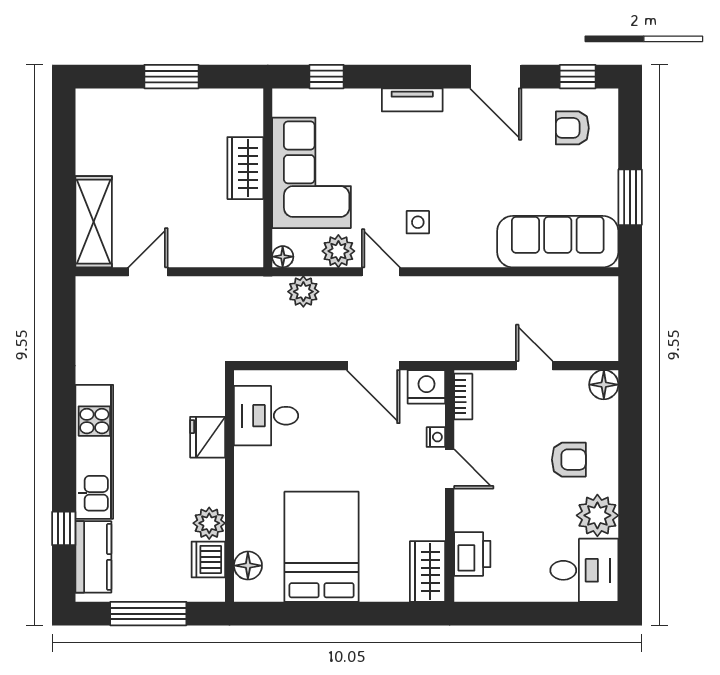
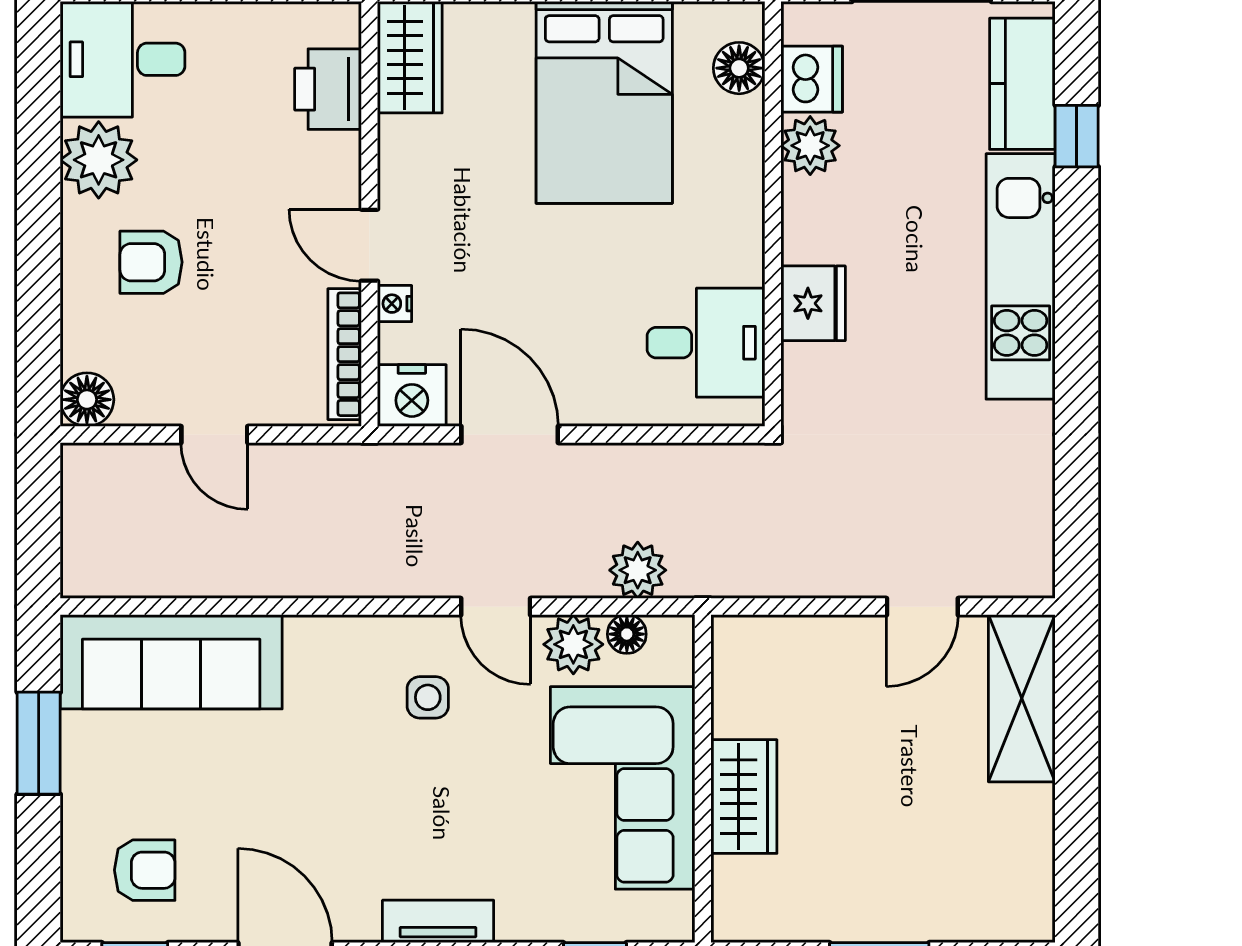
floor lamp: (283, 257) -> (627, 634), moved
bookcase: (463, 397) -> (345, 354), width x1.56

